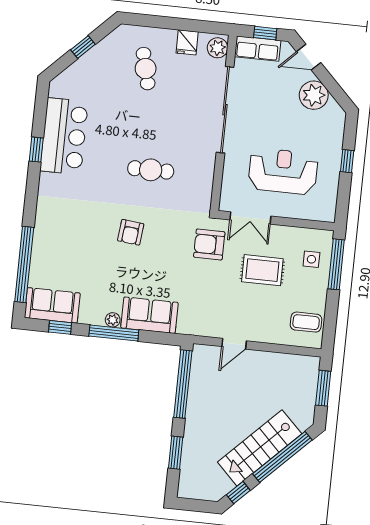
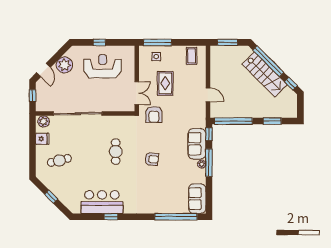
row of seats: (258, 49) -> (42, 99), removed
reception desk: (283, 171) -> (103, 66), moved, turned 90
window: (60, 327) -> (209, 134), moved

